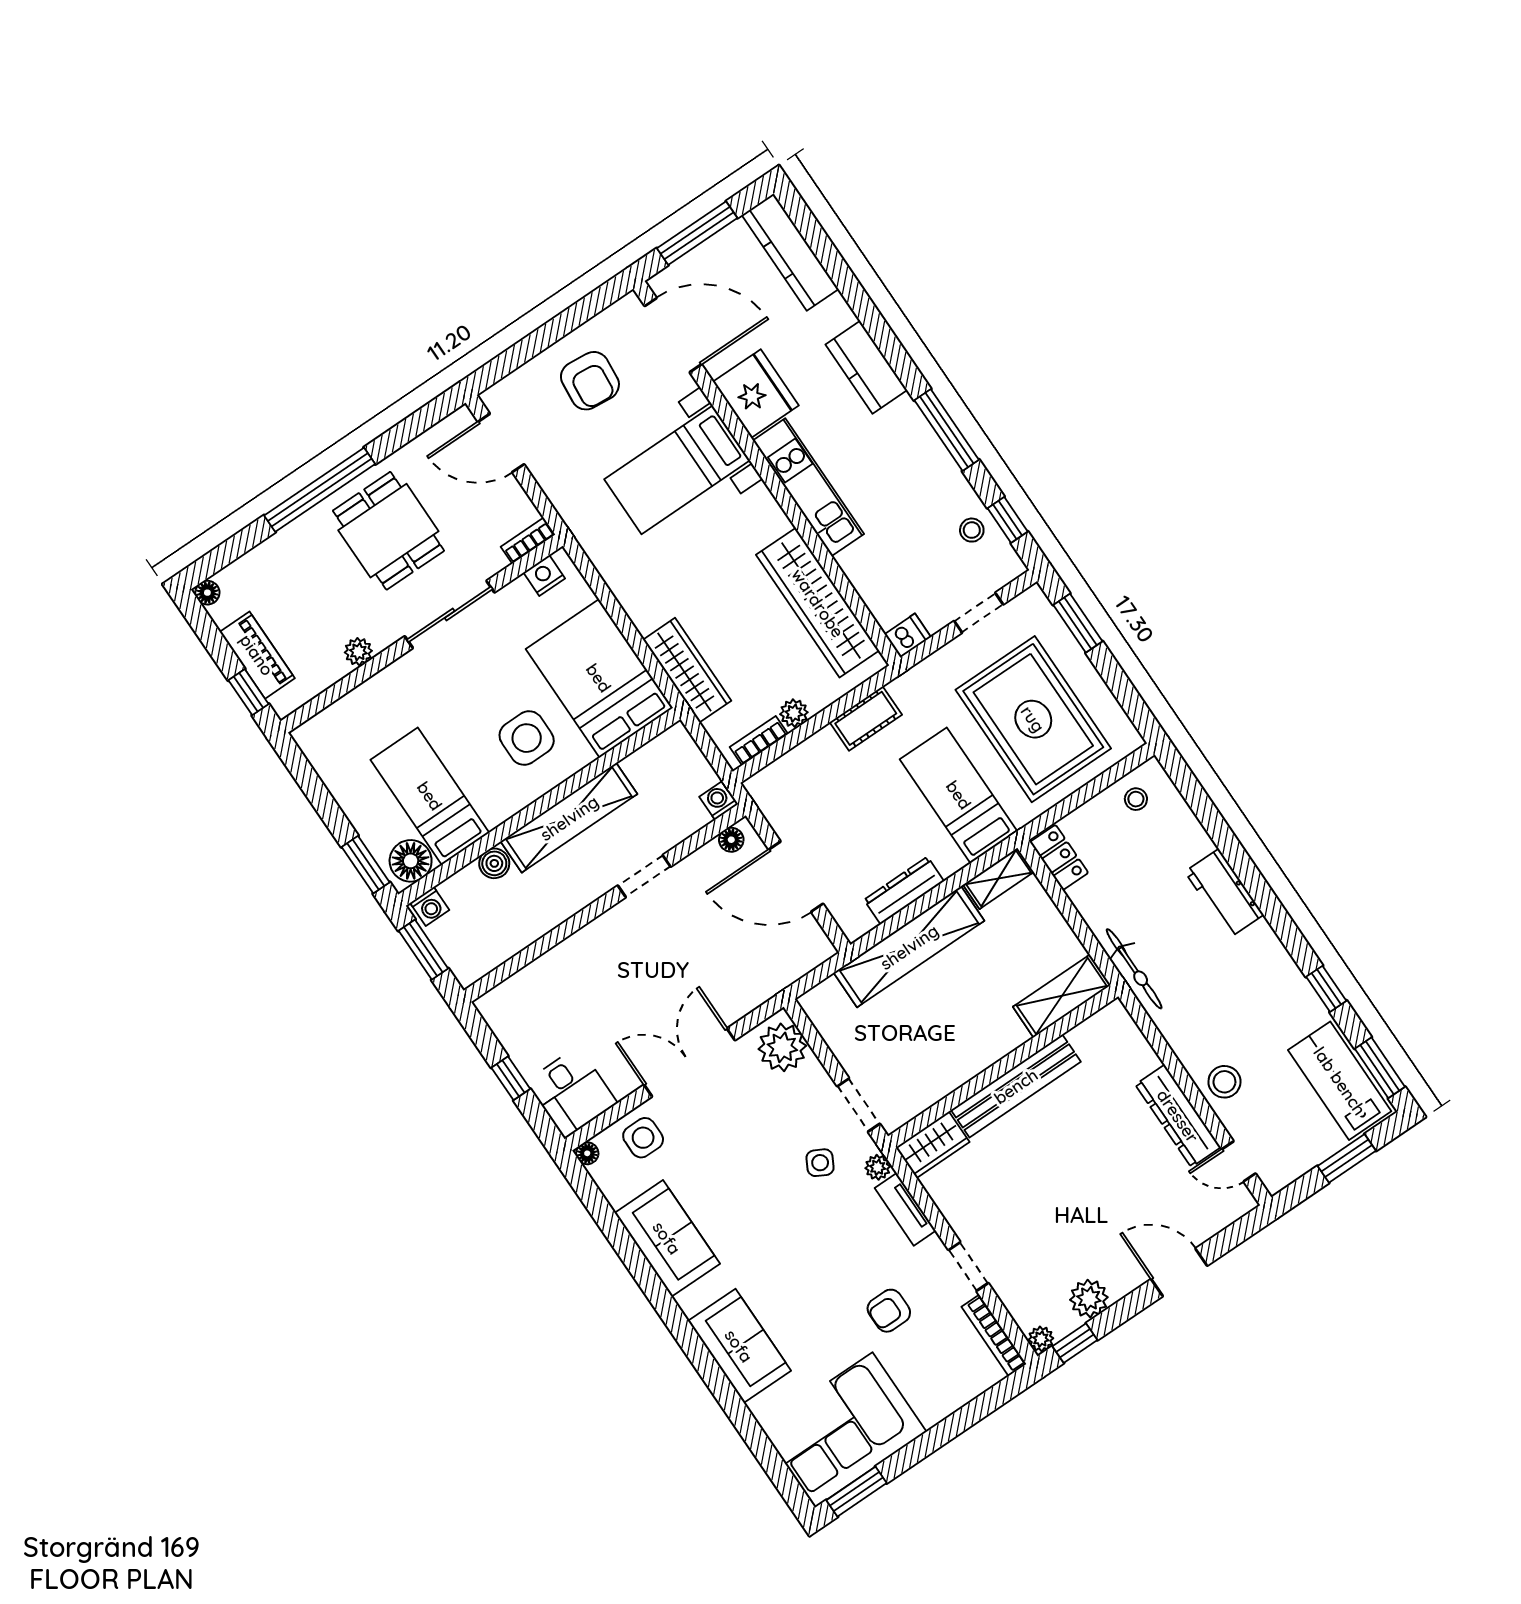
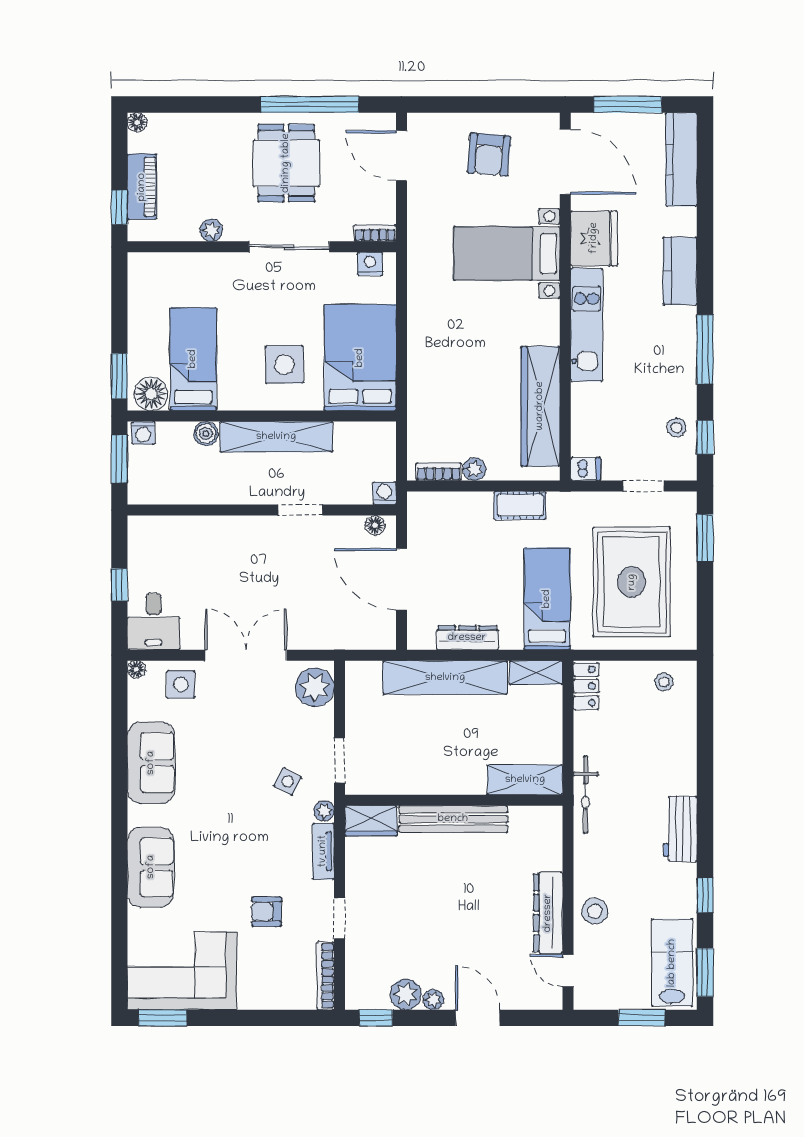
window: (320, 490) -> (310, 104), moved
wardrobe: (687, 670) -> (422, 392), removed
workbench: (1224, 893) -> (680, 829), moved
plant: (1041, 1339) -> (433, 1000), moved

